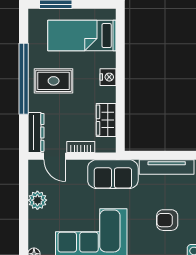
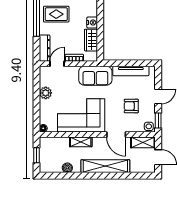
nightstand: (108, 77) -> (92, 22), moved
door: (55, 156) -> (57, 64), swing flipped

